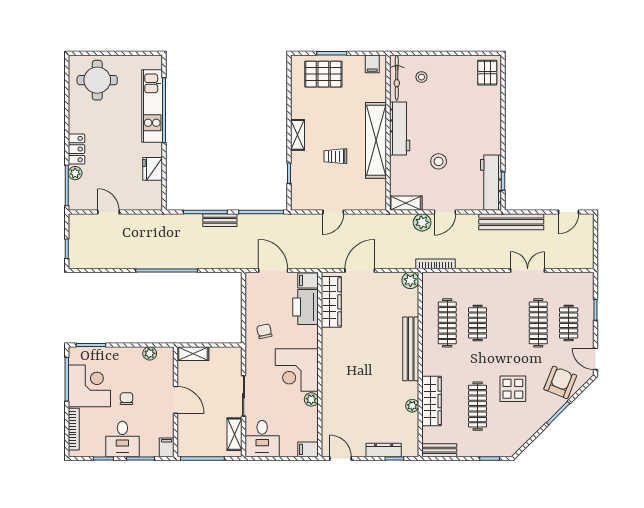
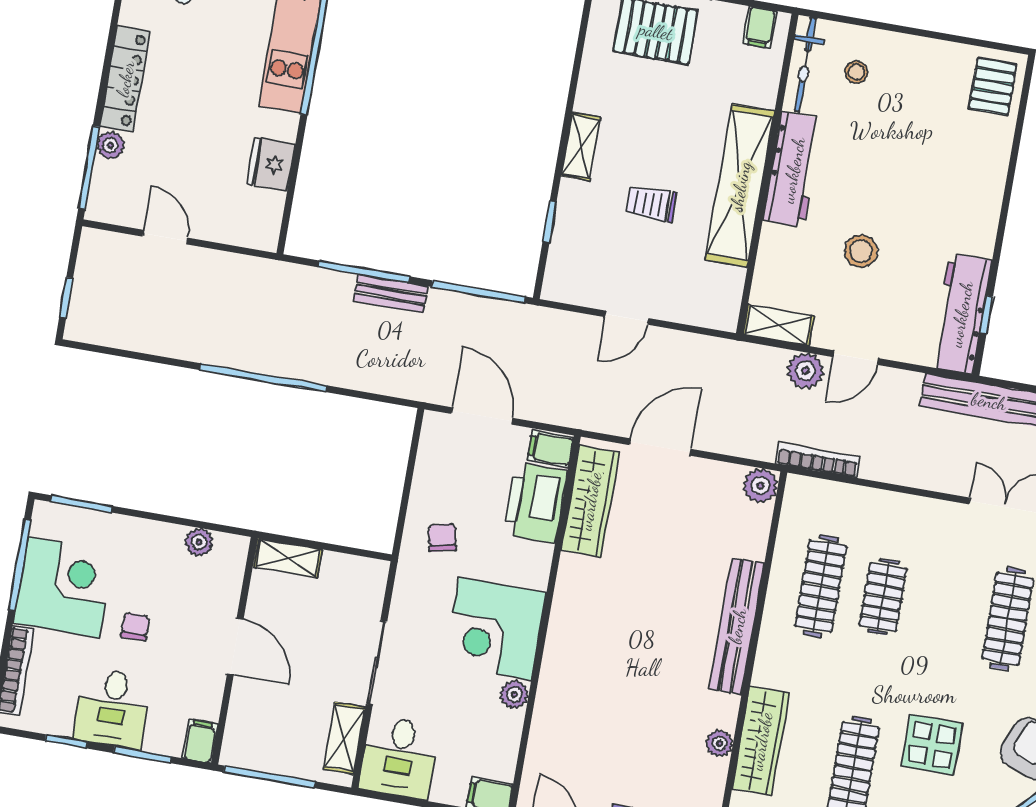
locker: (76, 149) -> (125, 79), width x1.53

